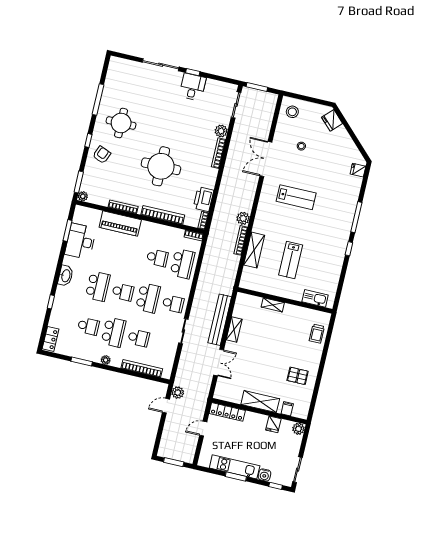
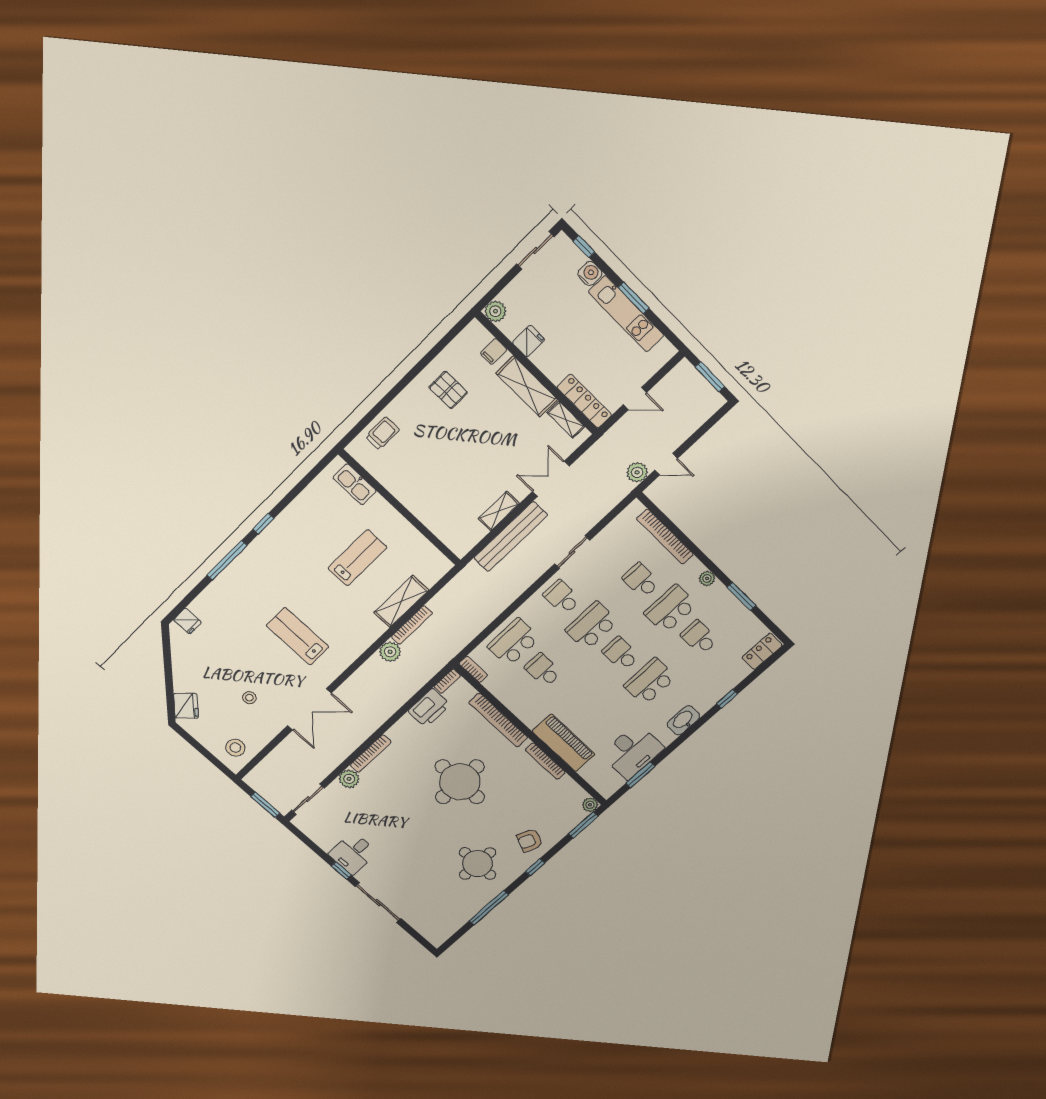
shelving: (273, 305) -> (566, 420), moved

